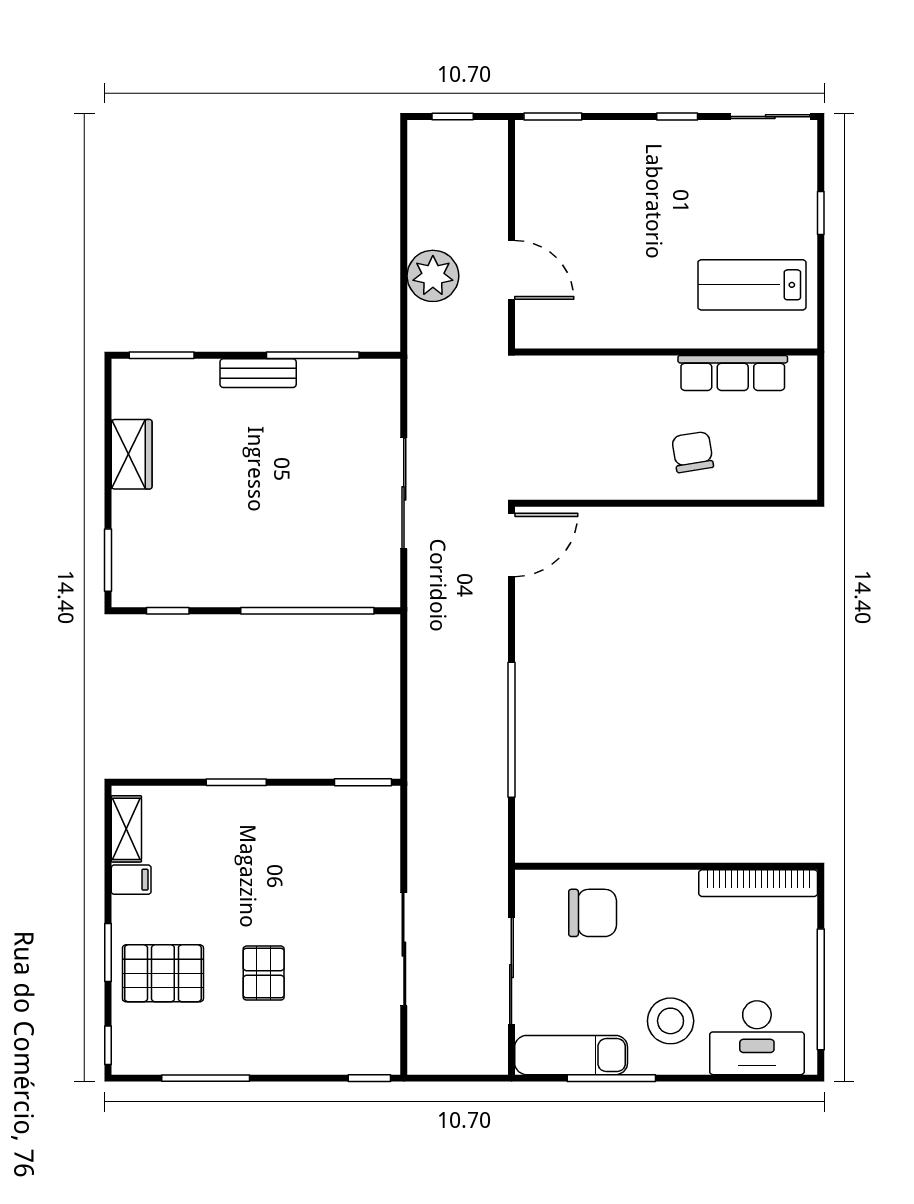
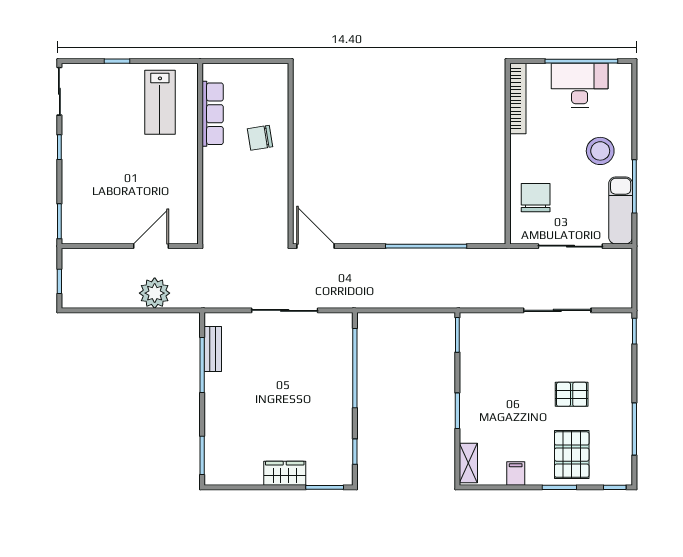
bench: (258, 373) -> (213, 349), moved
wardrobe: (132, 454) -> (285, 473), moved
shelving: (126, 829) -> (468, 463), moved, turned 90
desk: (757, 1038) -> (580, 85), moved, turned -90

